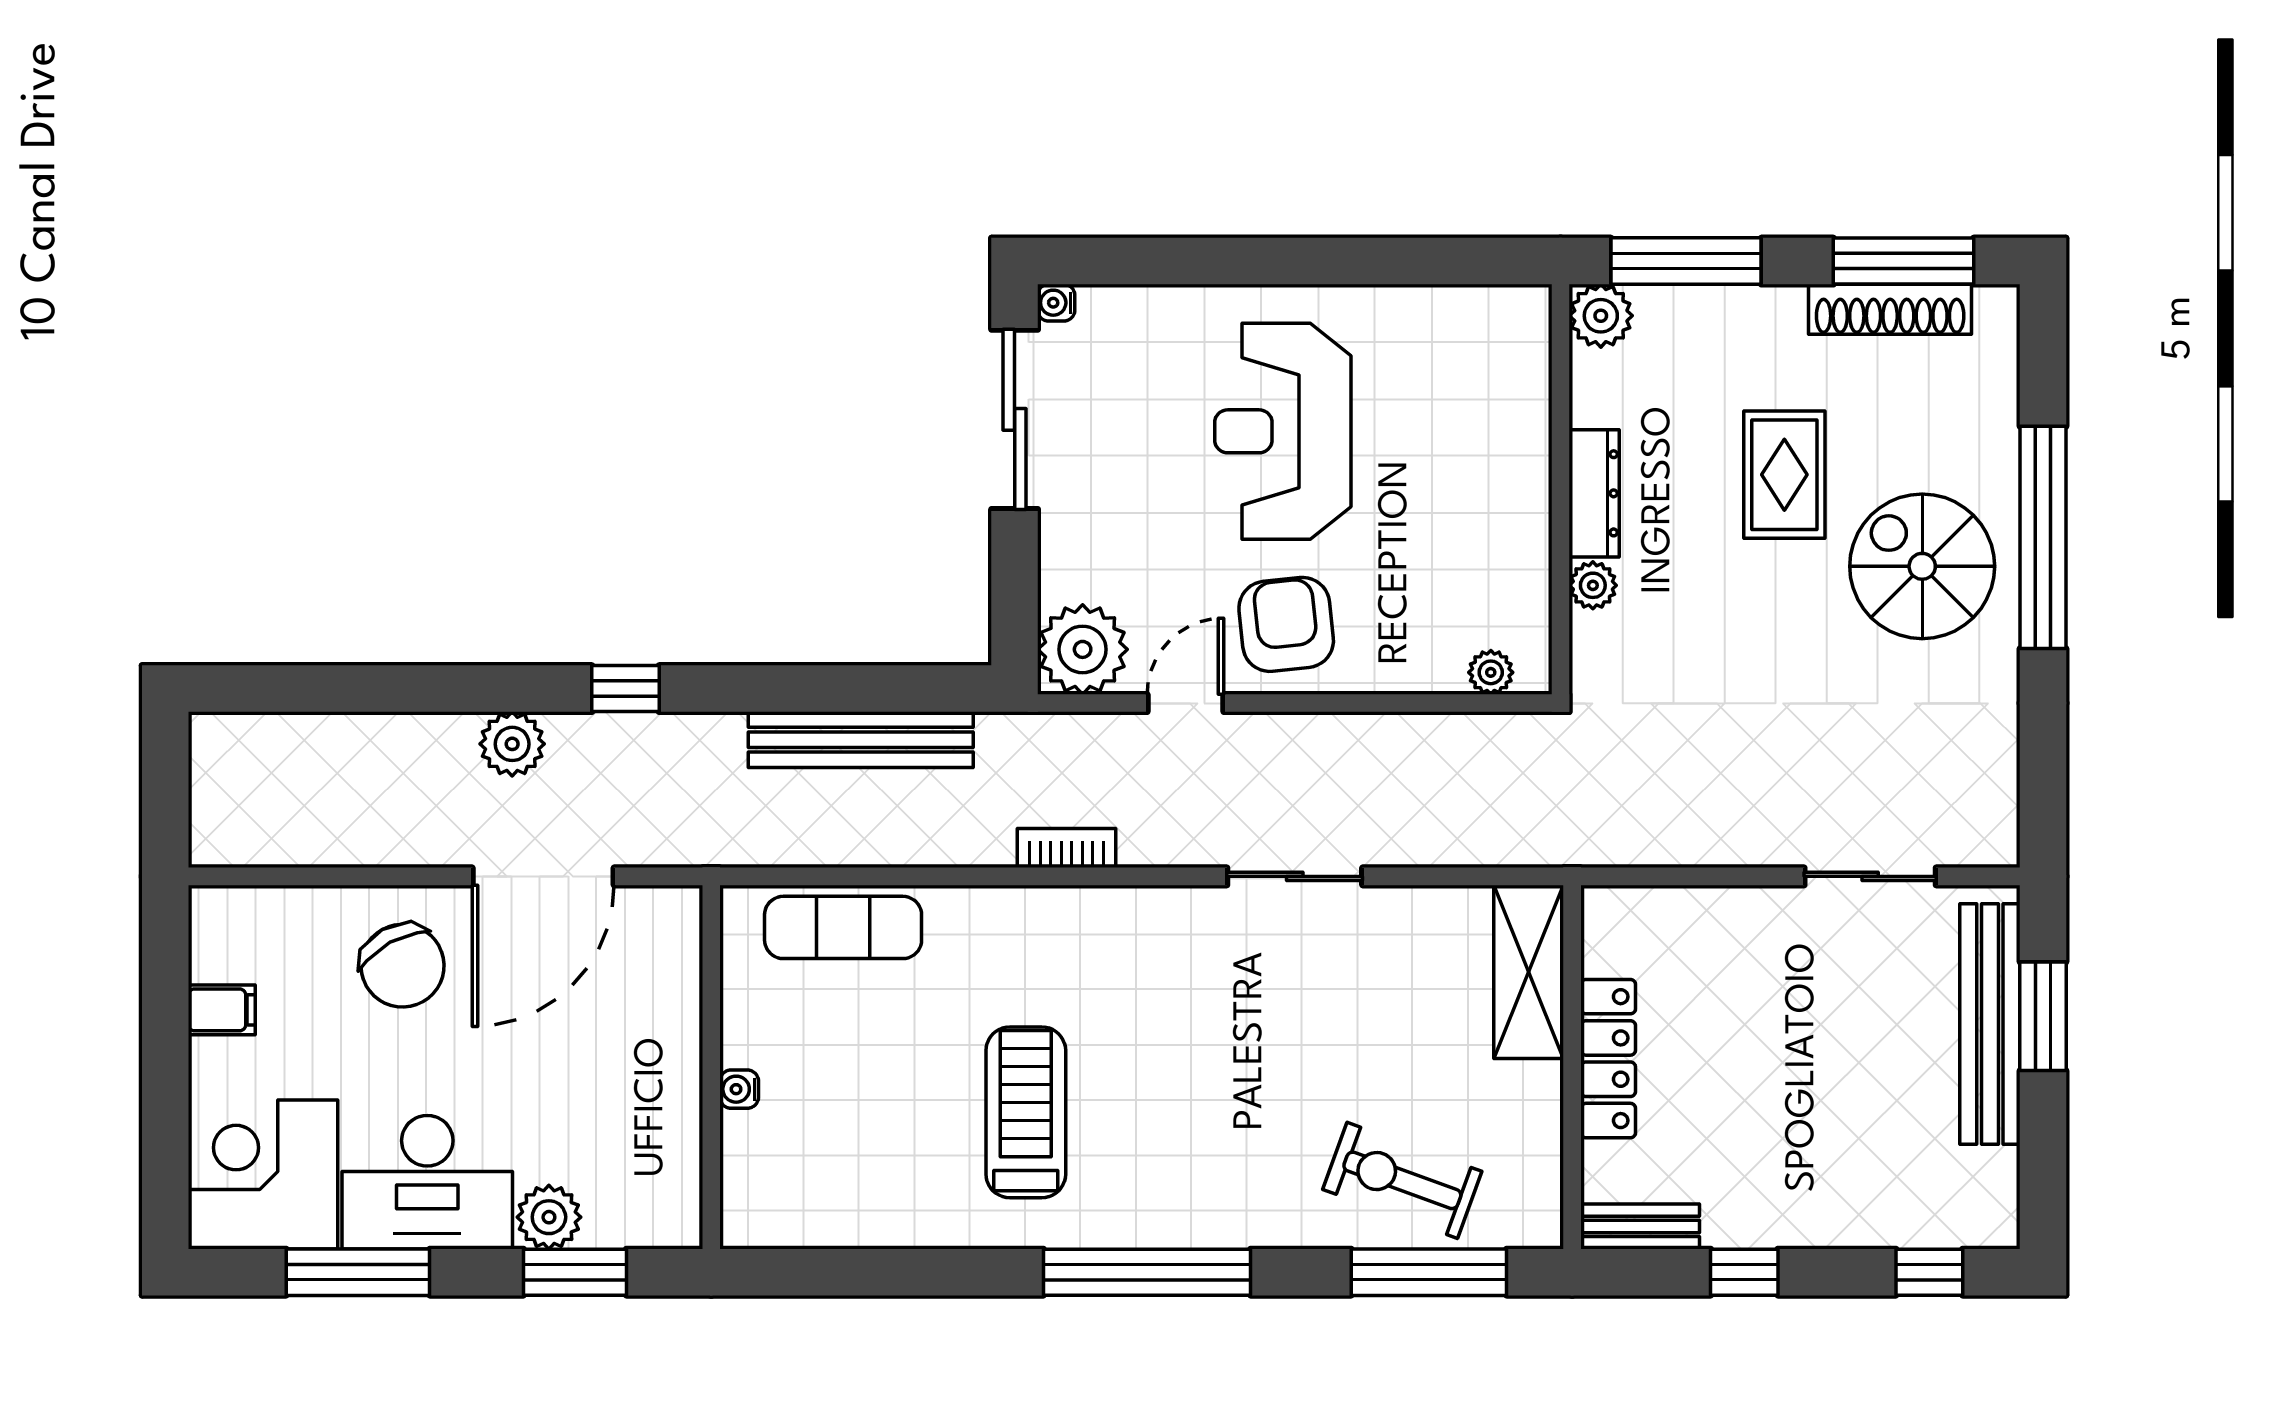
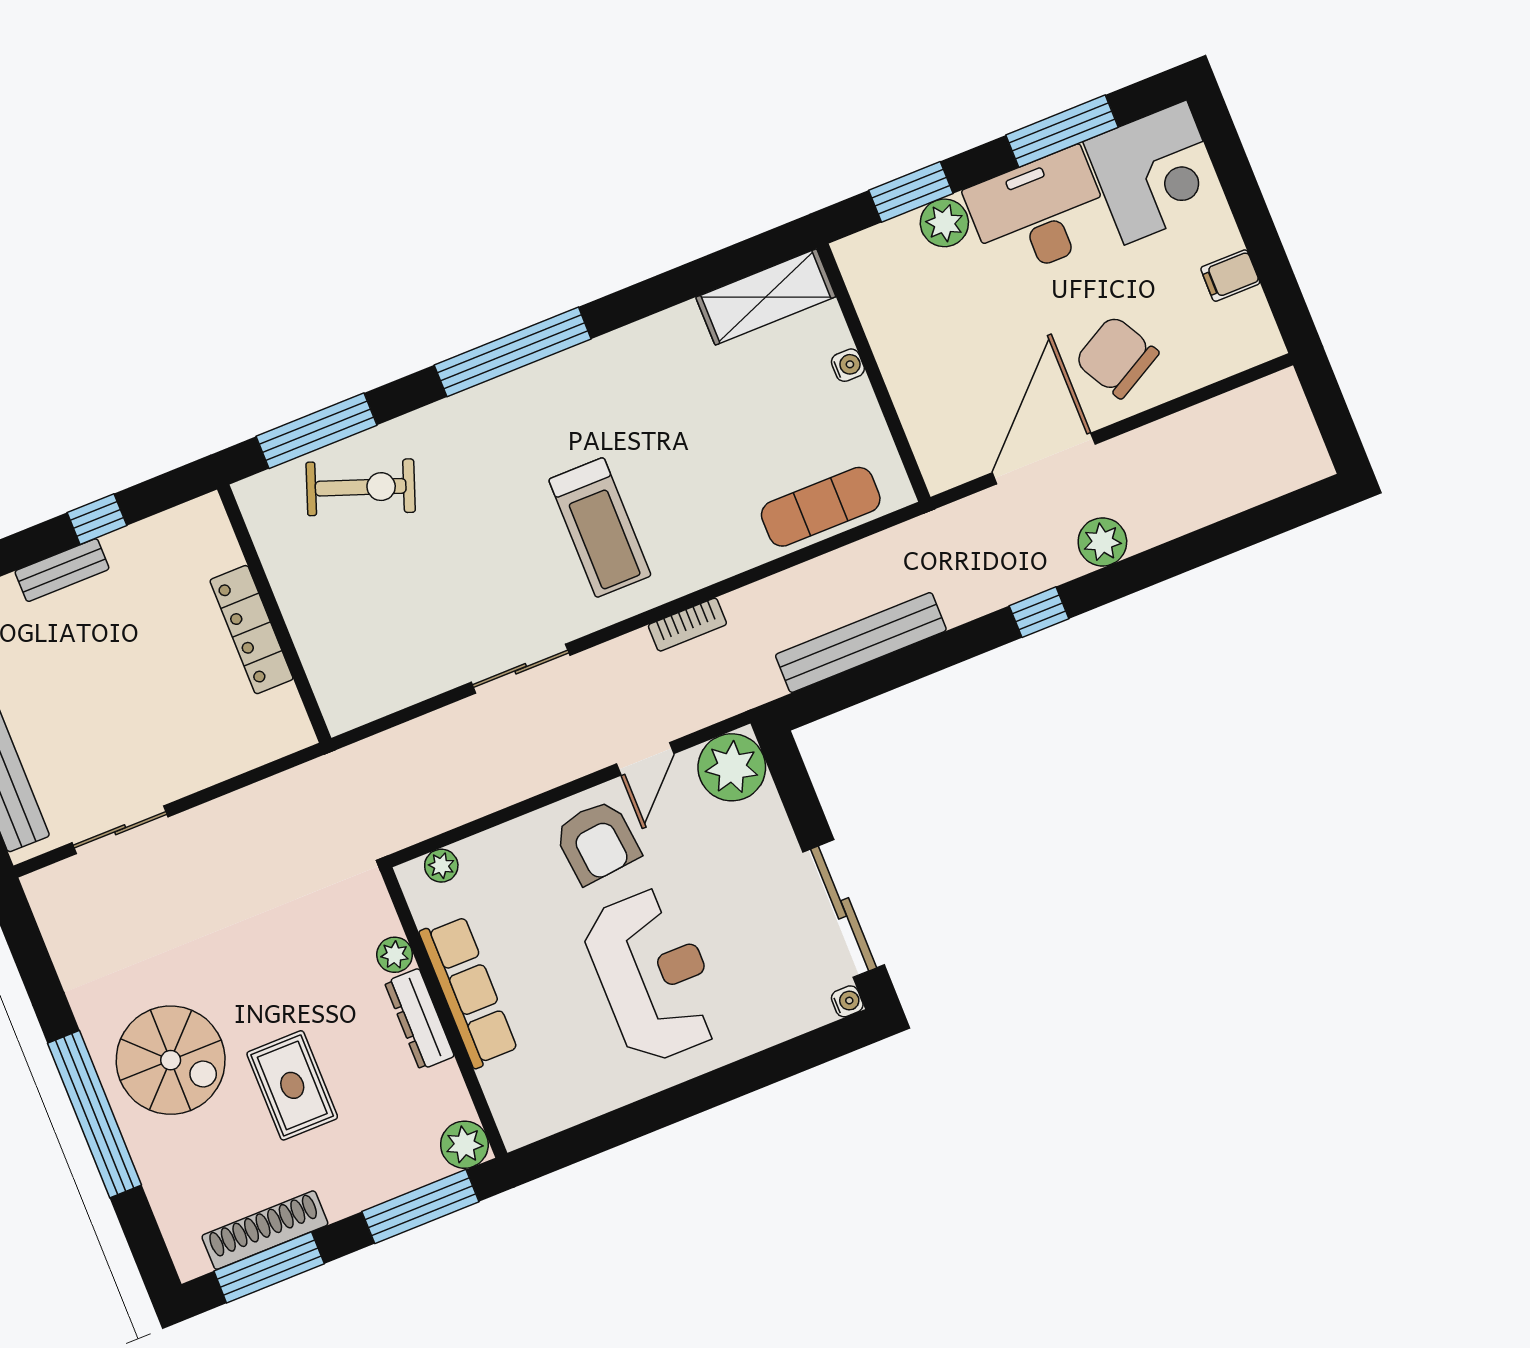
row of seats: (1520, 503) -> (469, 992), added
shelving: (1529, 972) -> (766, 297), moved, turned 90
treadmill: (1026, 1112) -> (600, 527), moved
bench: (1640, 1226) -> (62, 570), moved

